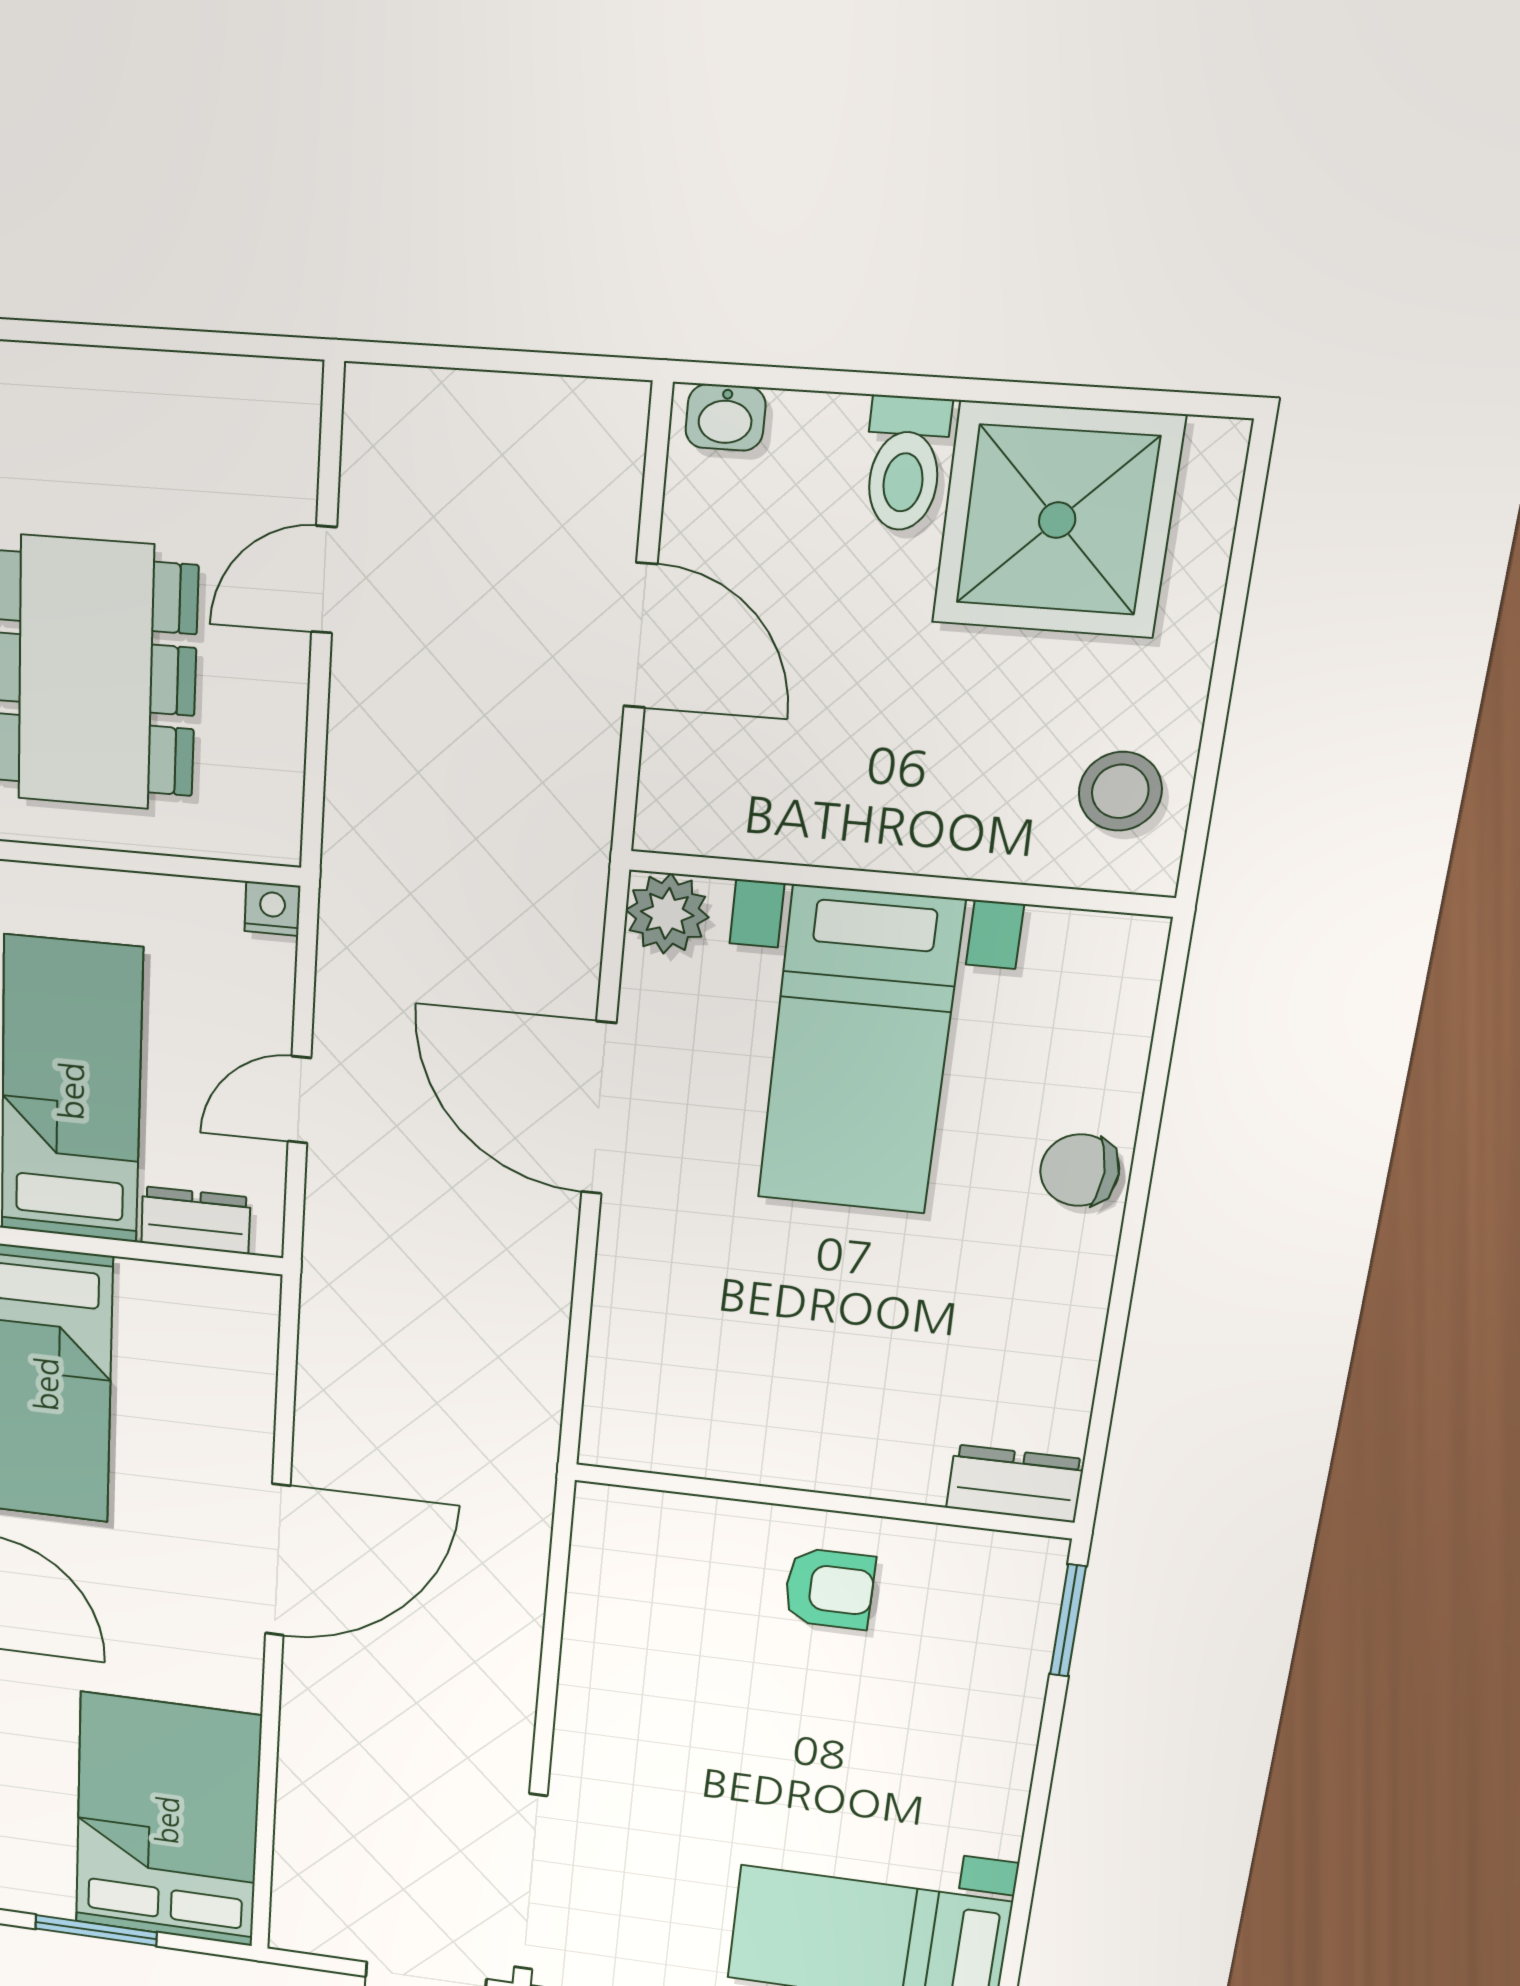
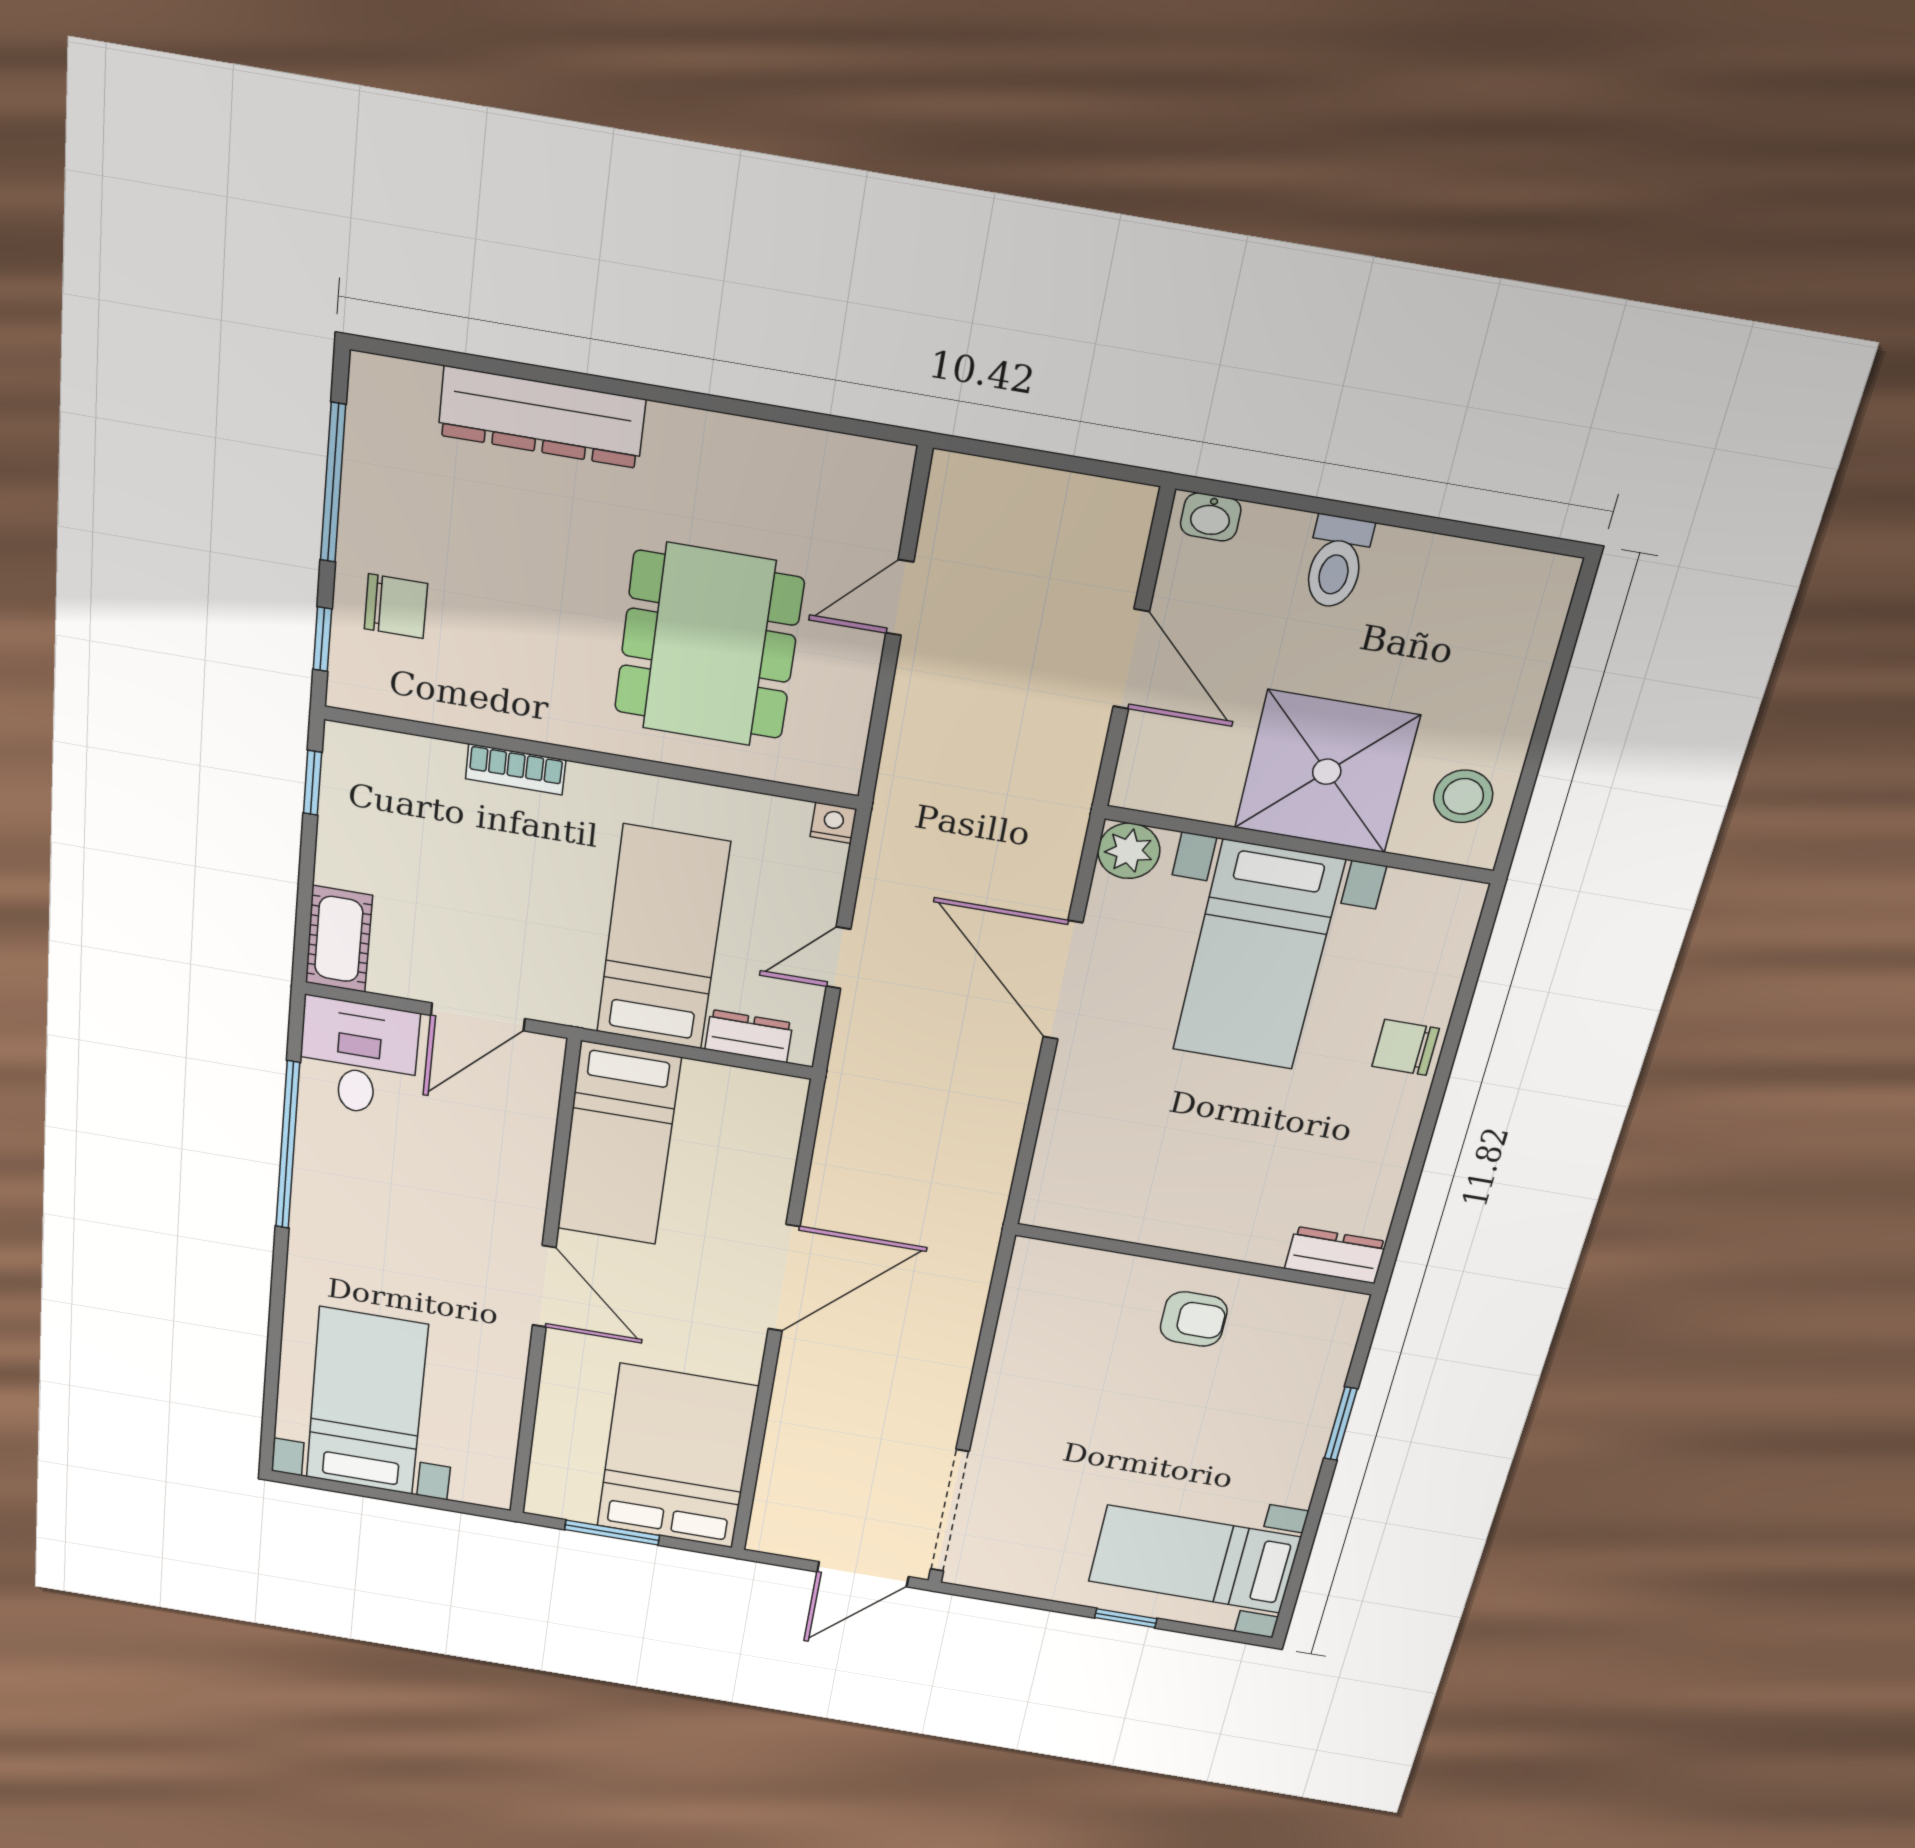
shower: (1057, 520) -> (1327, 772), moved
window: (1068, 1621) -> (1341, 1424), moved

